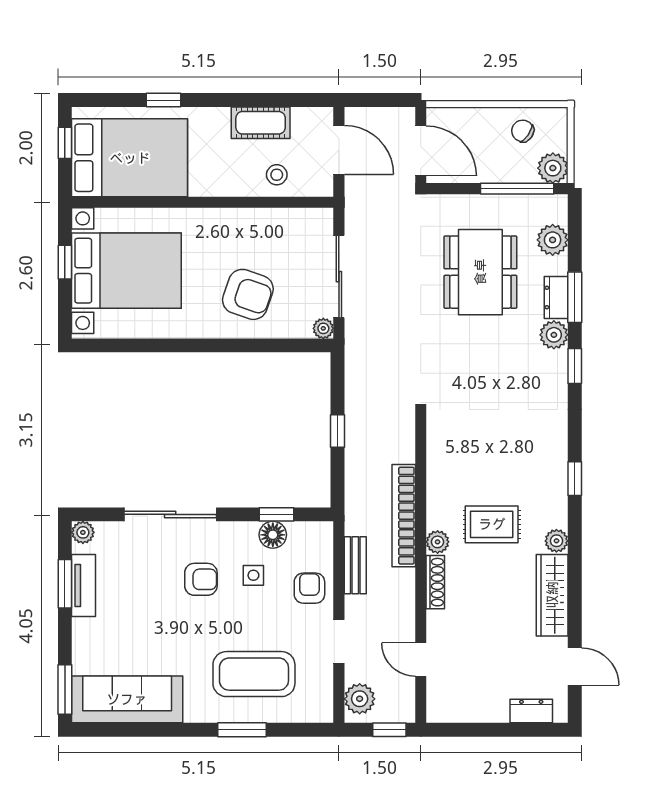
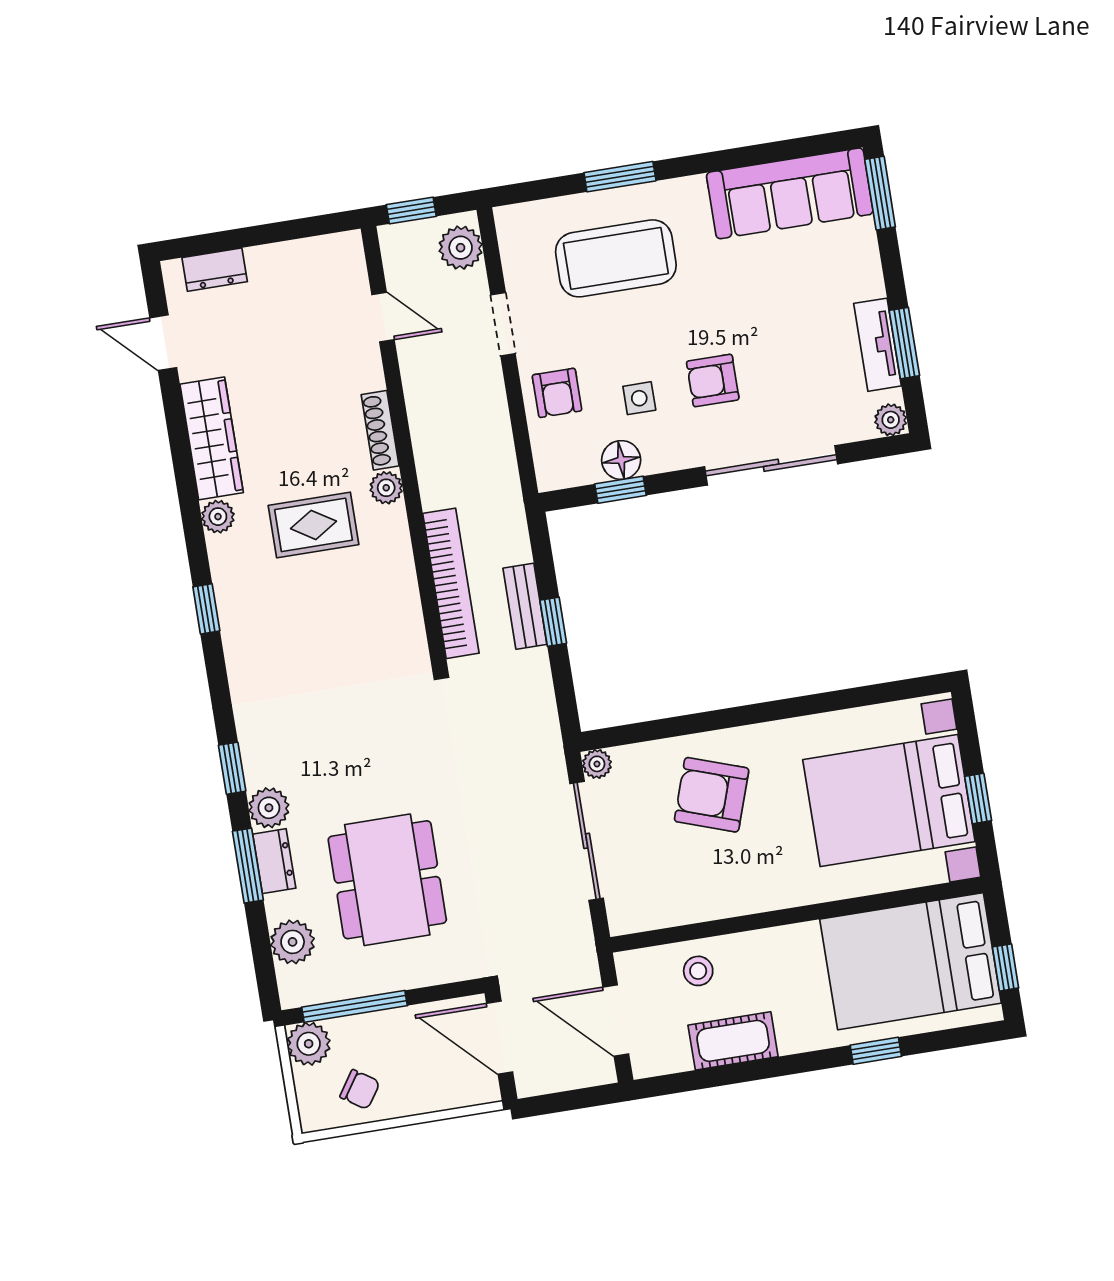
bookcase: (404, 516) -> (451, 583), moved
bench: (355, 565) -> (525, 606), moved

